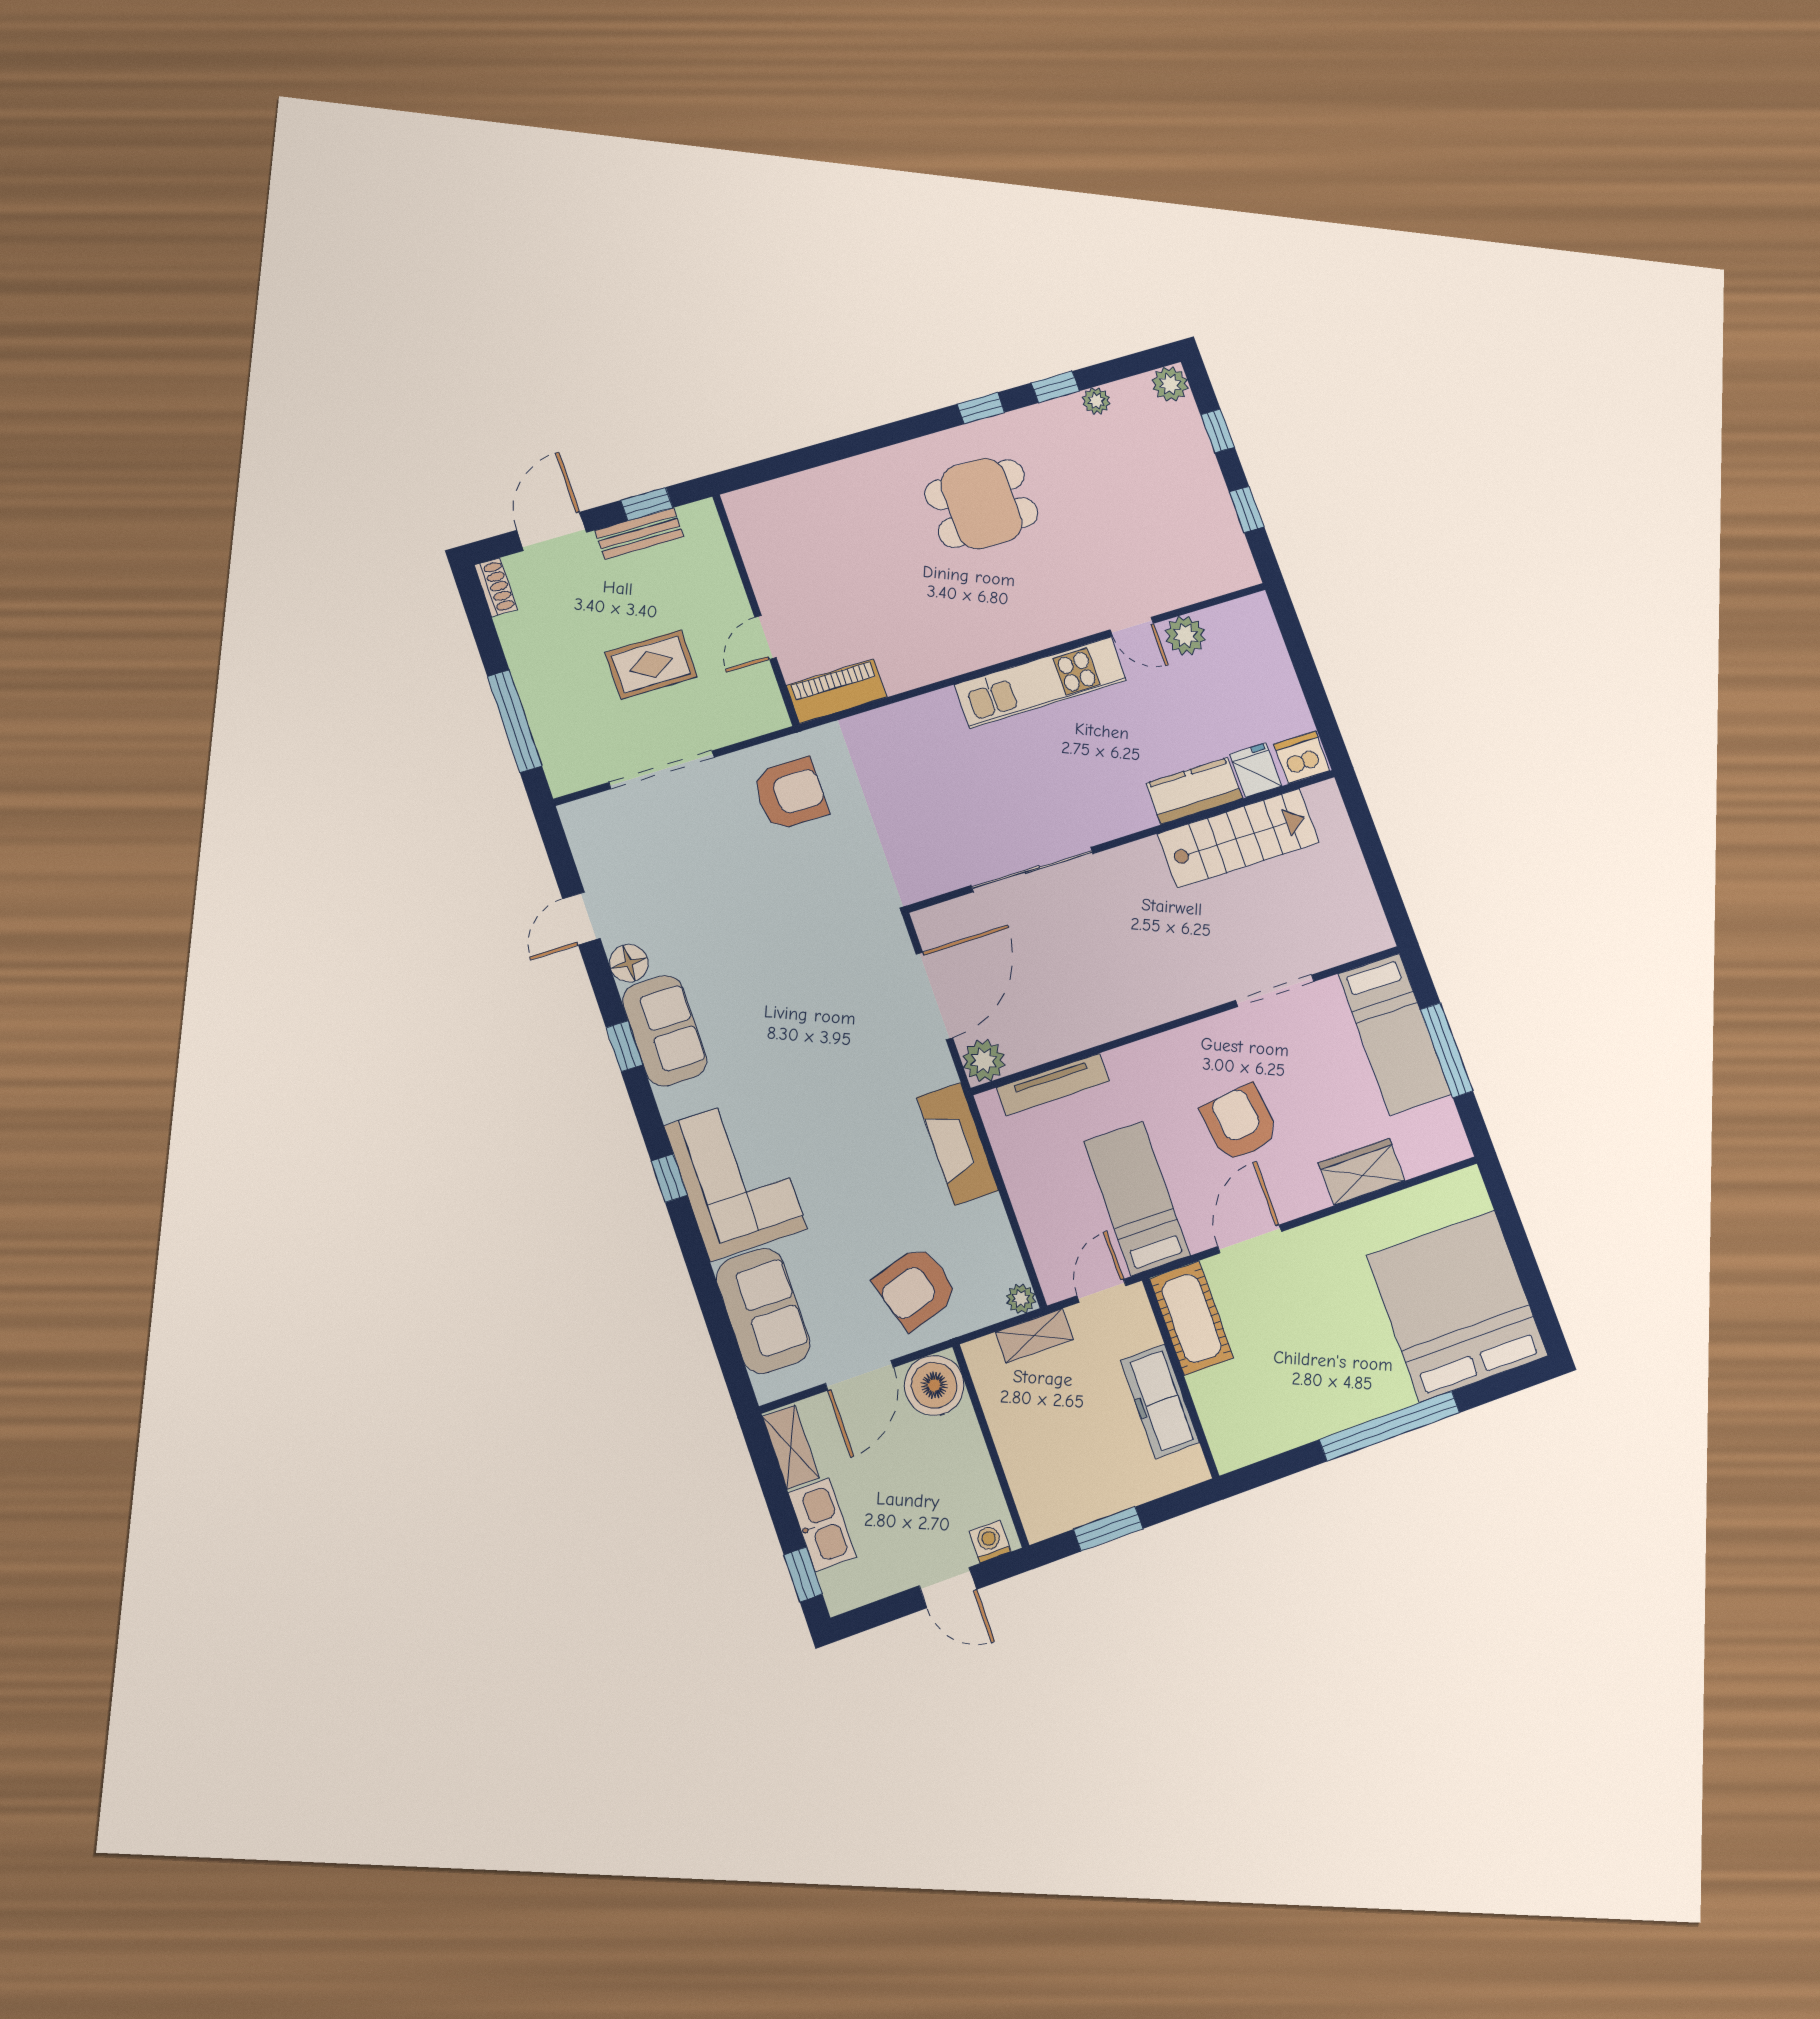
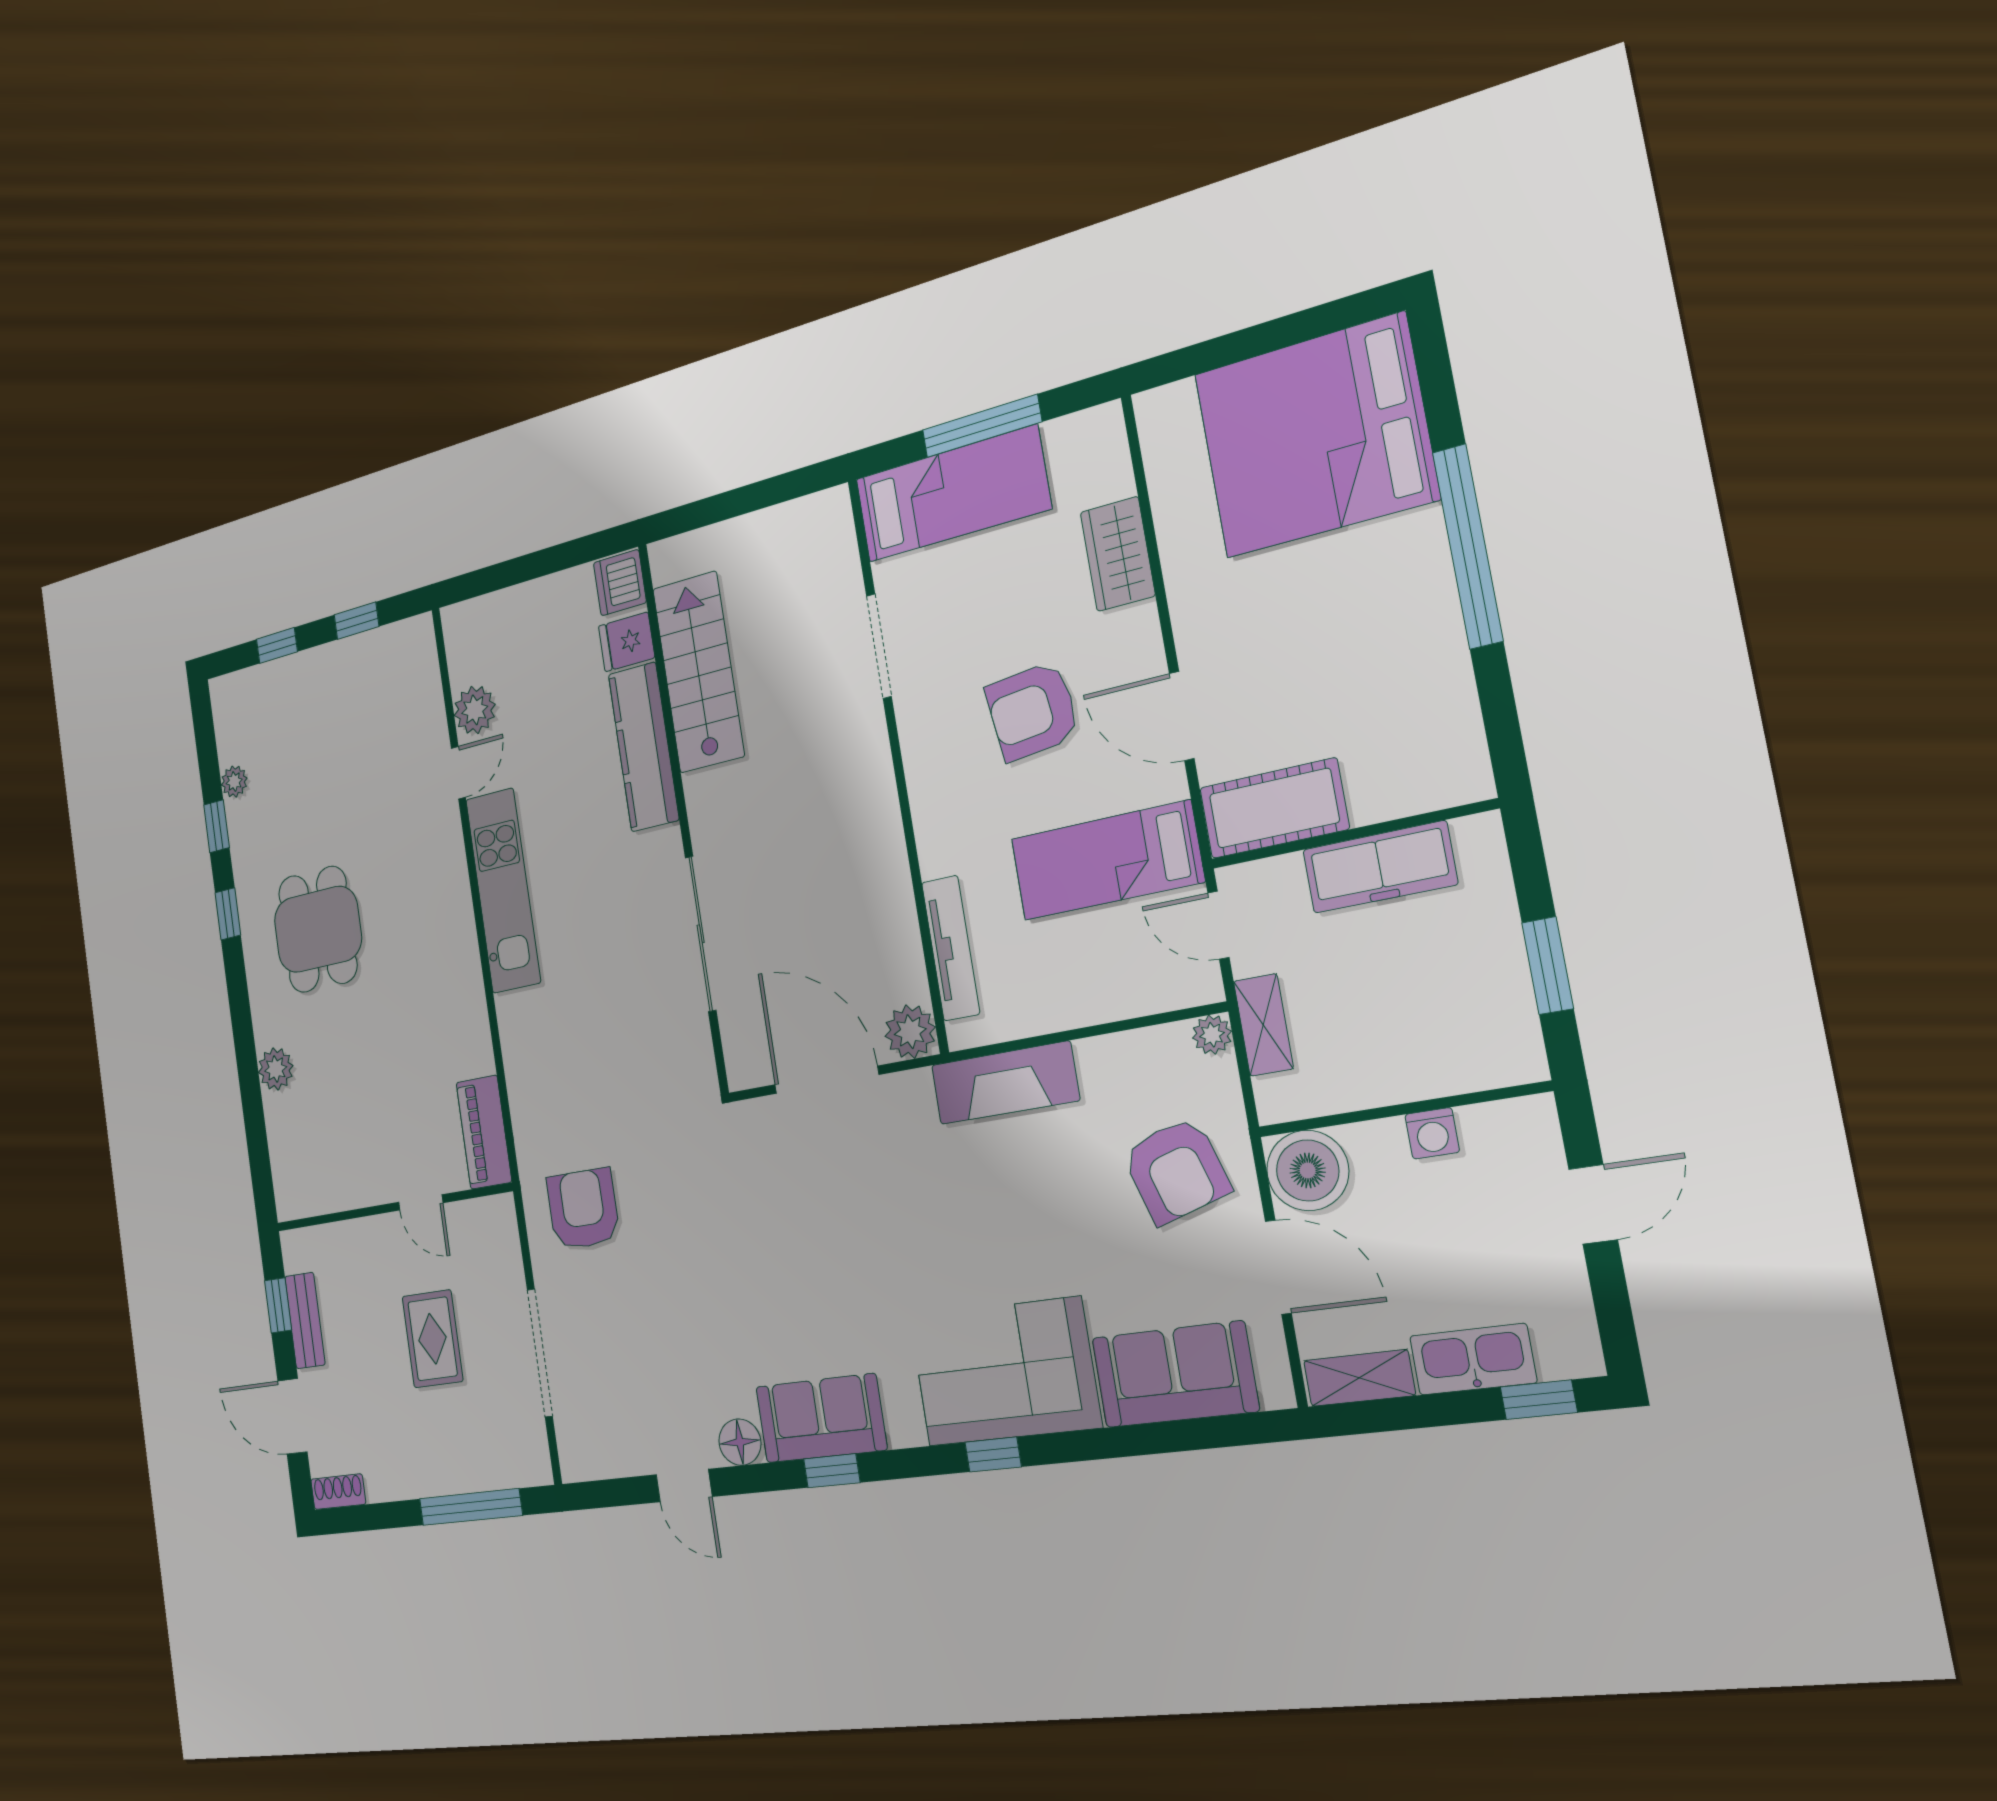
plant: (1170, 384) -> (276, 1069), moved
kitchen counter: (1194, 791) -> (644, 747), width x1.50
washing machine: (990, 1542) -> (1432, 1133), moved, turned -90

